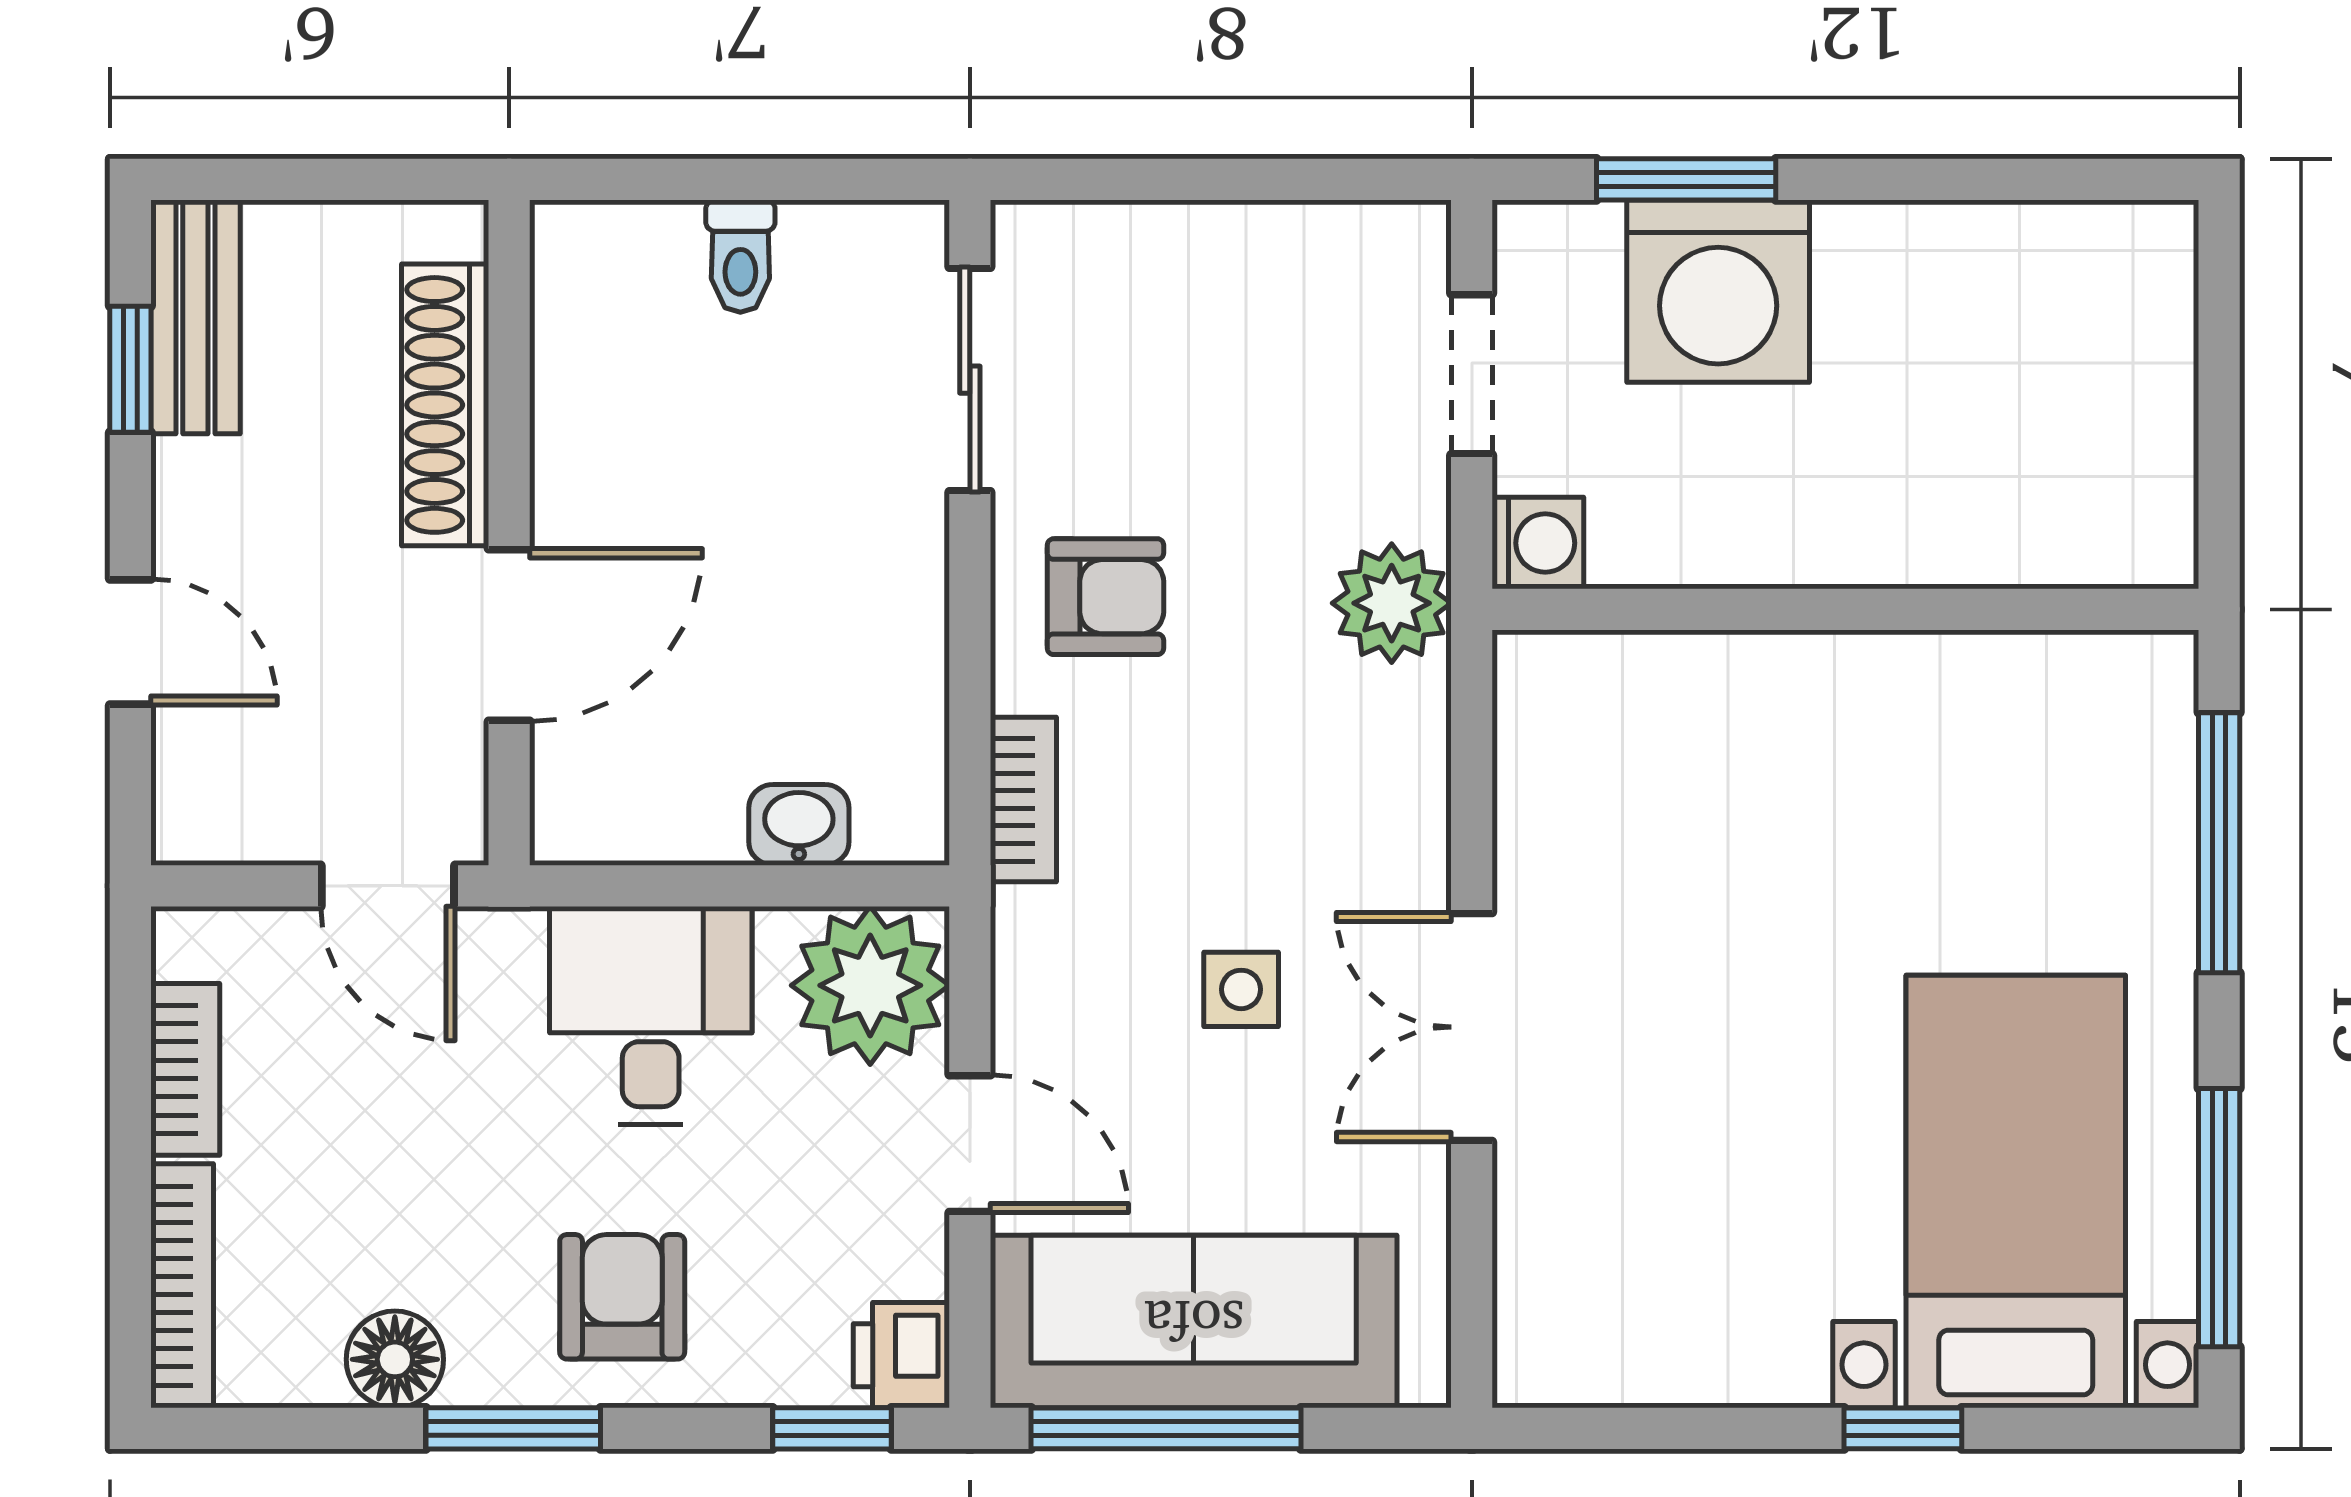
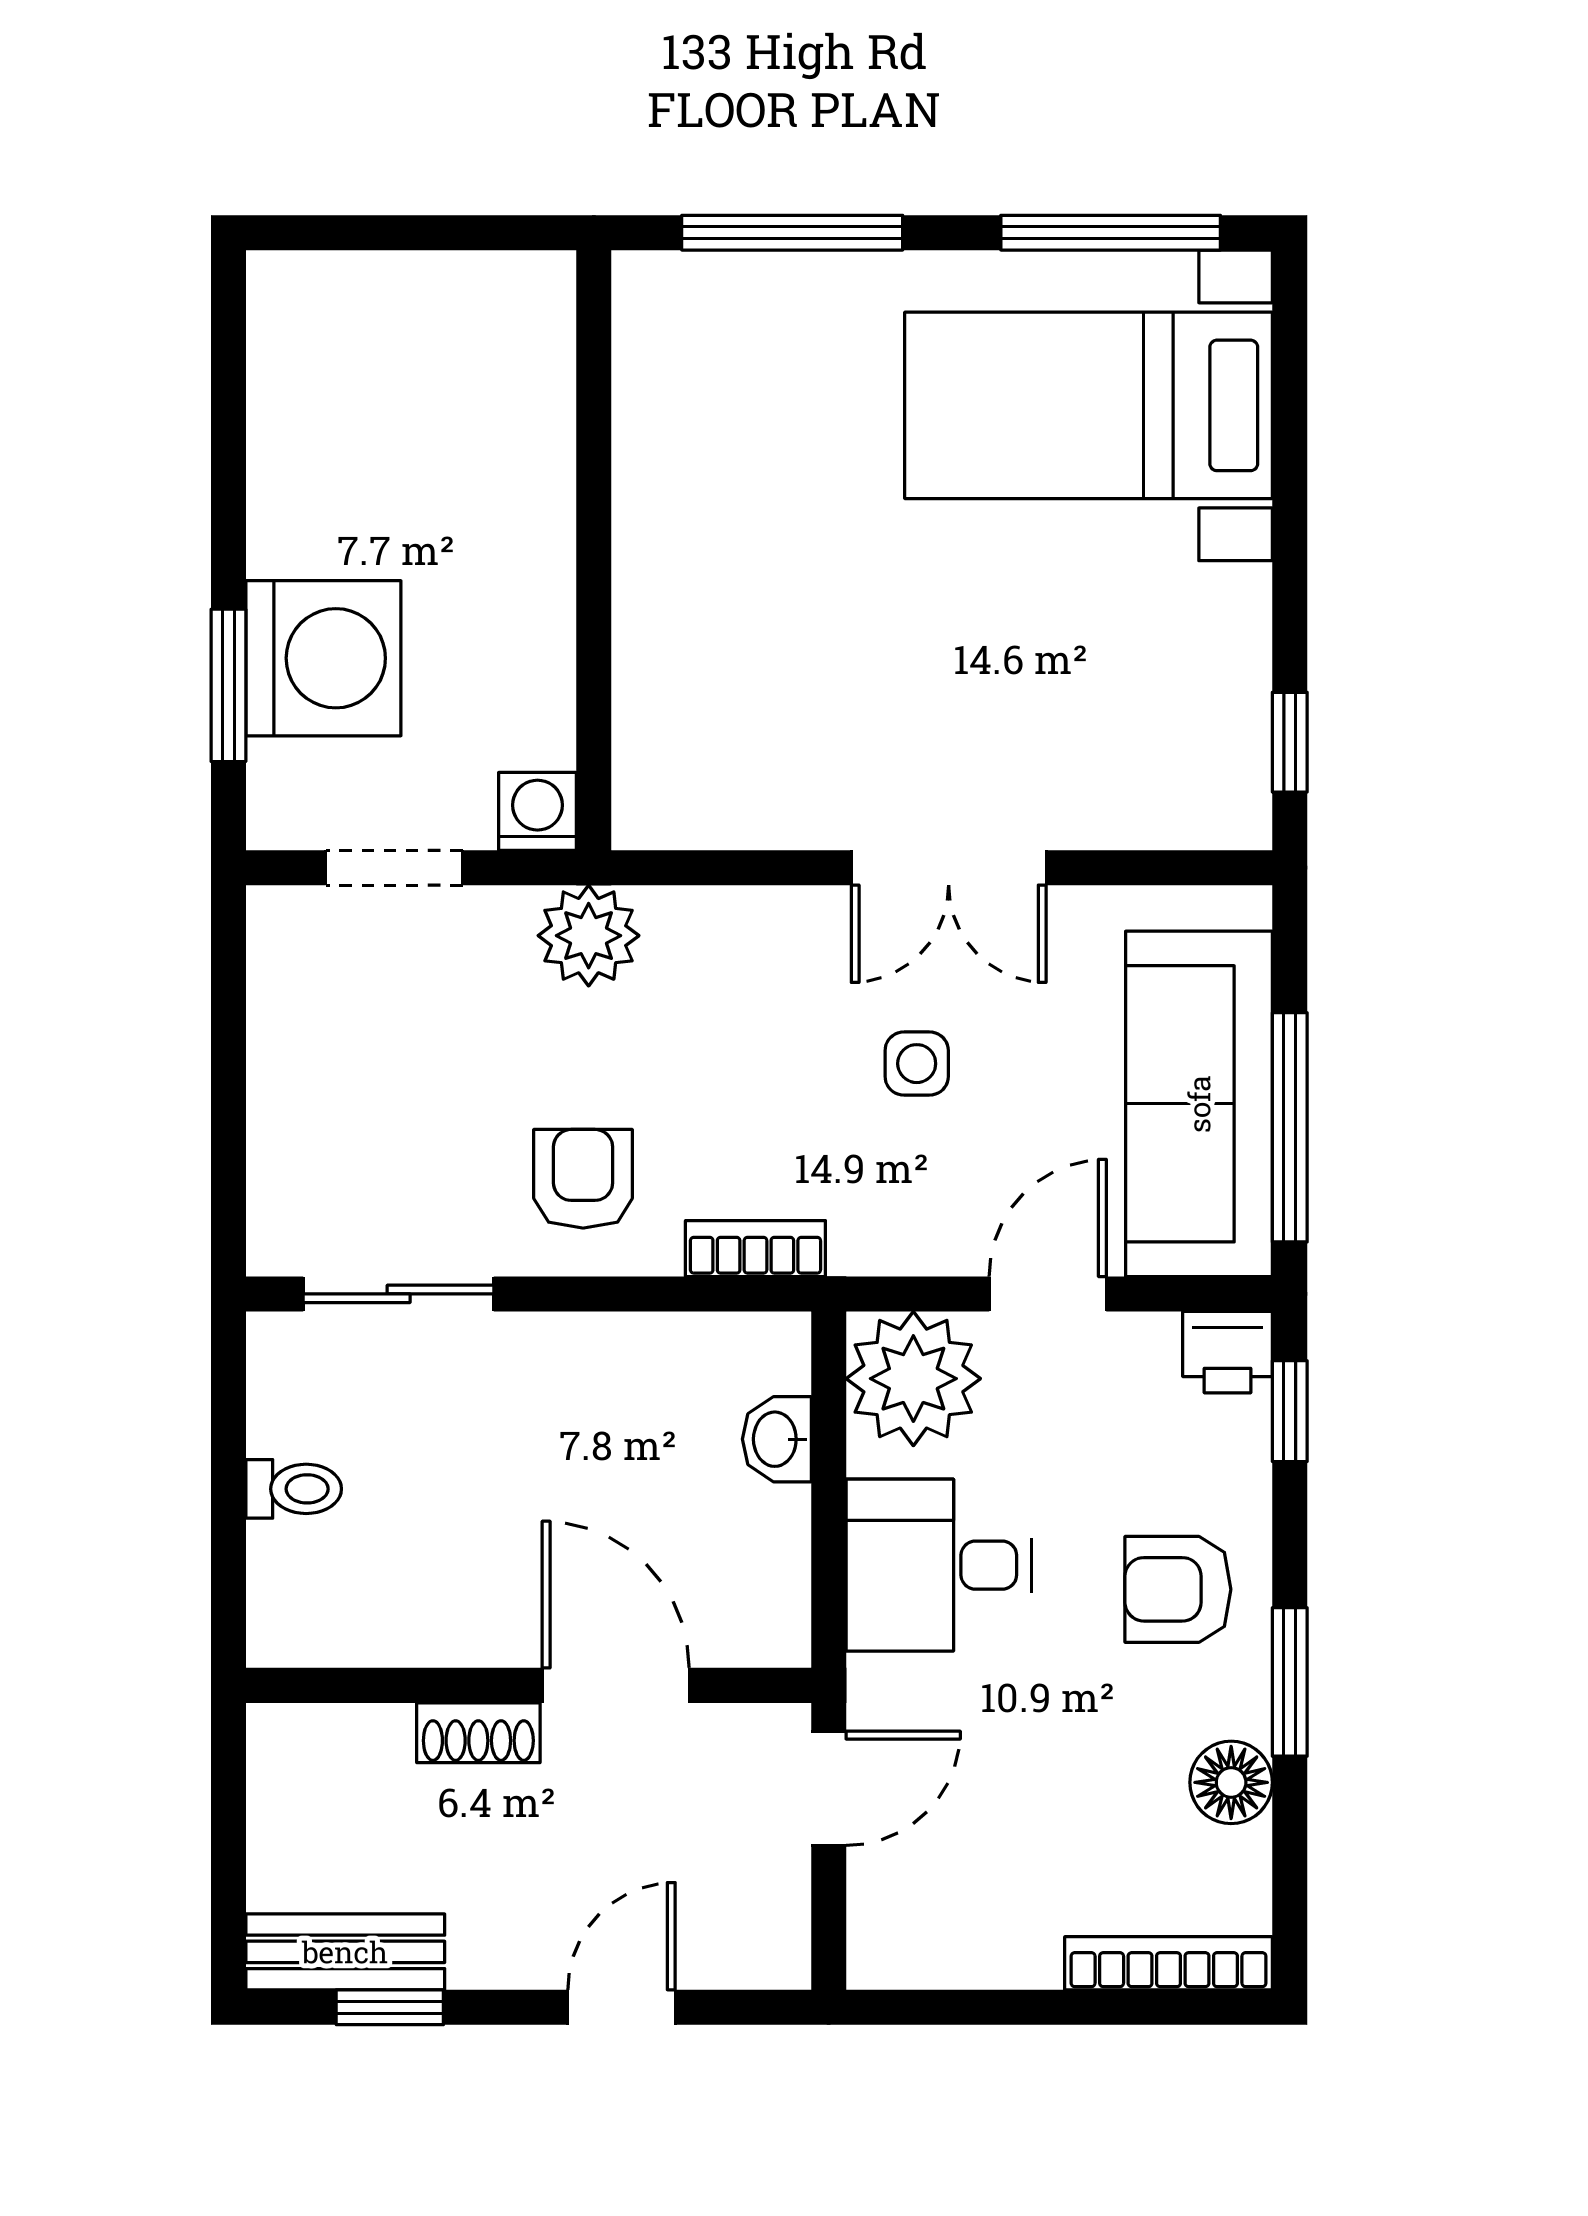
shoe rack: (445, 405) -> (478, 1733), width x0.51, depth x0.81
bookcase: (185, 1069) -> (985, 1961), removed
window: (1903, 1428) -> (1290, 742), moved

